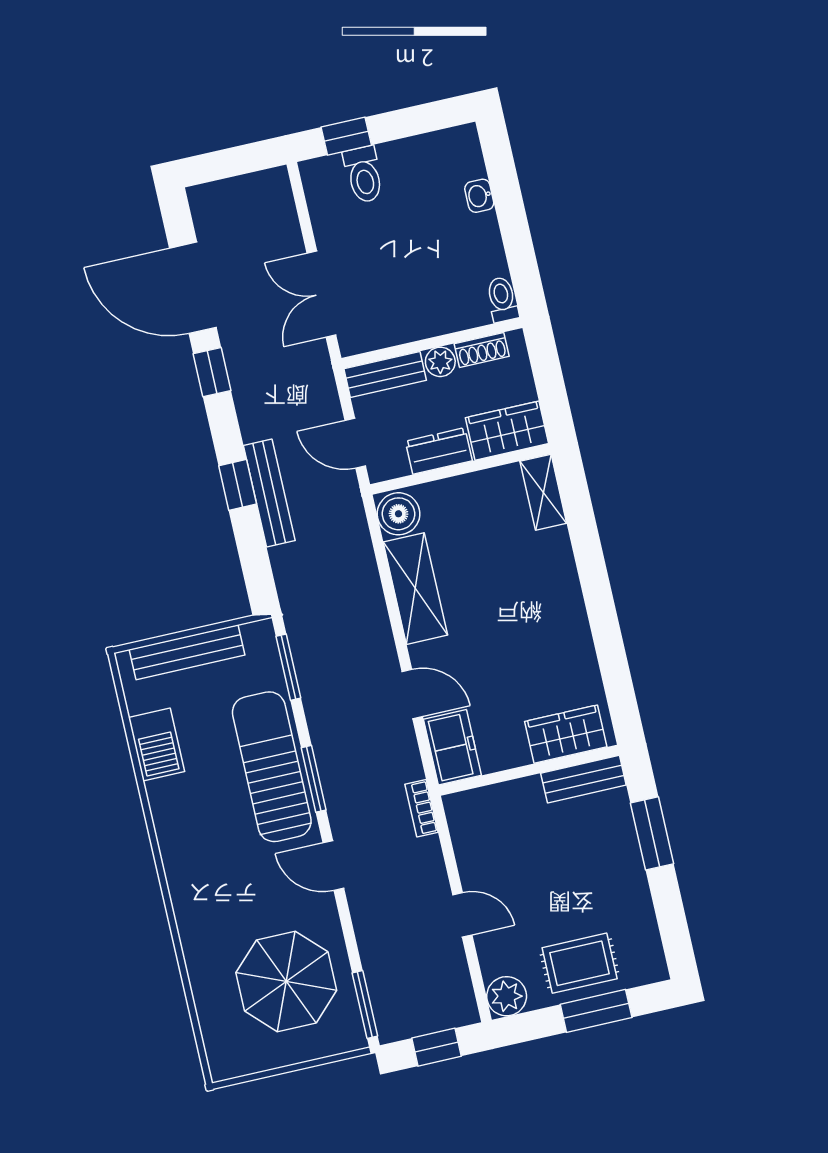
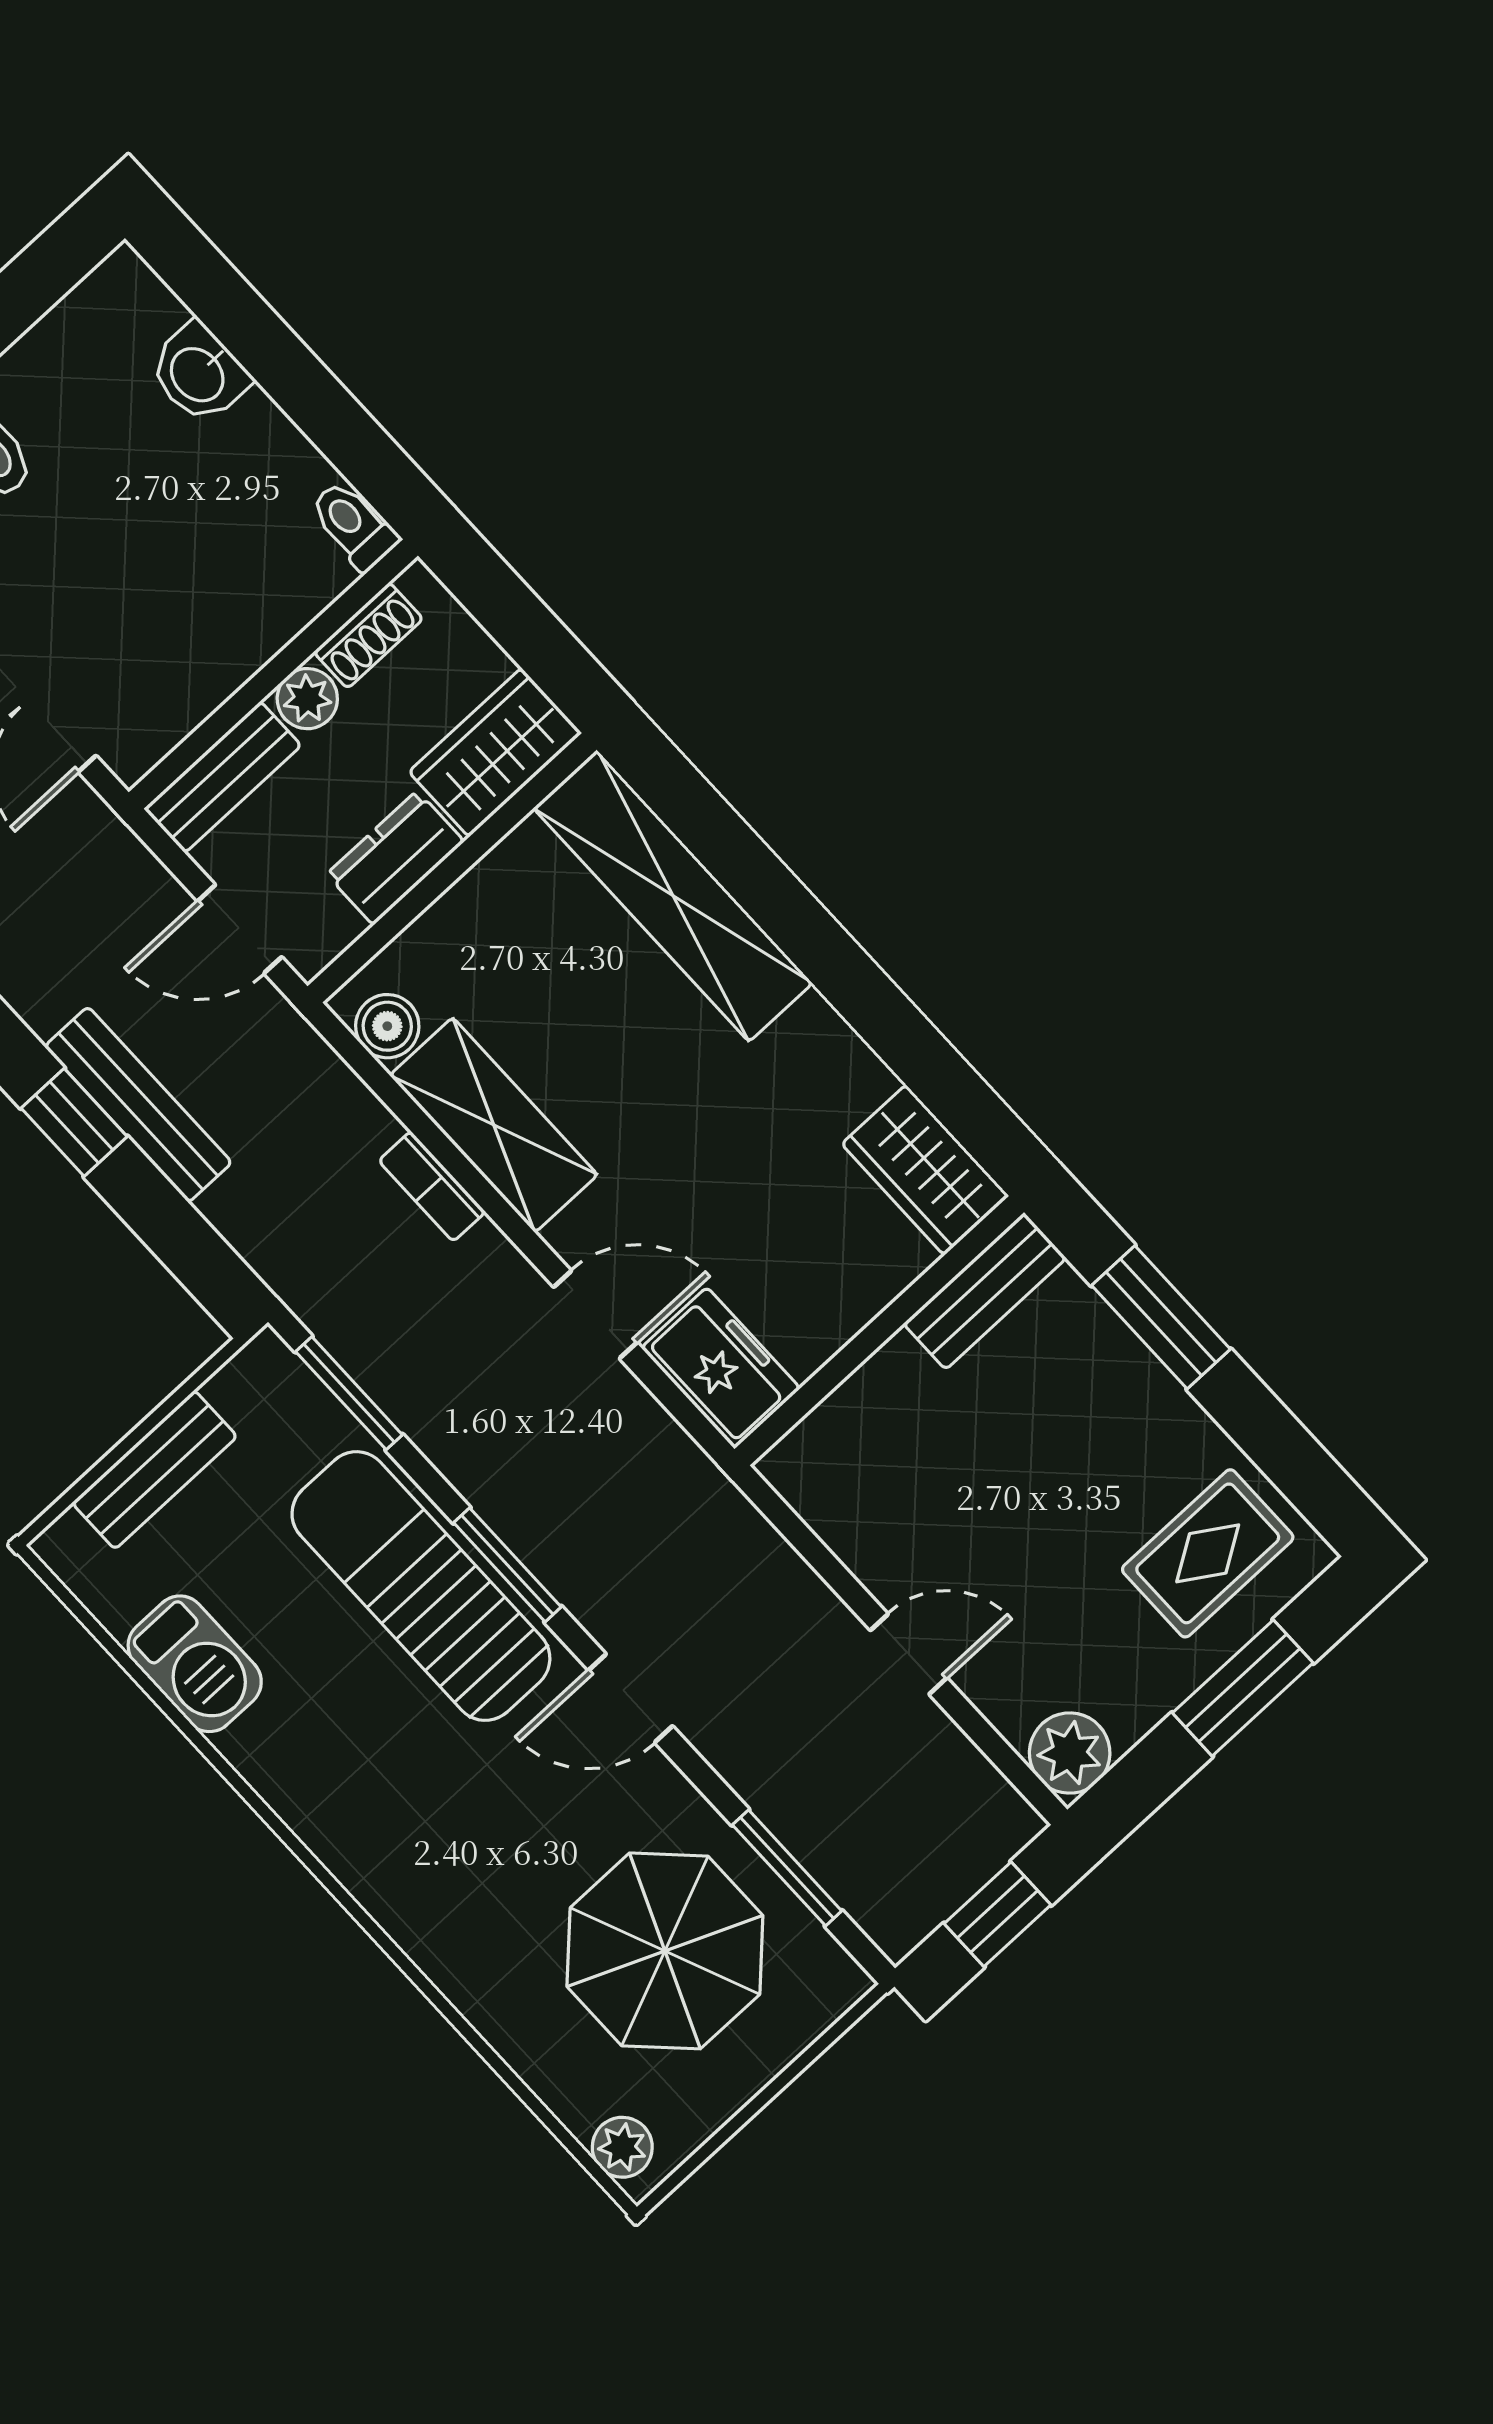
washbasin: (479, 196) -> (199, 373), width x1.38, depth x1.45
shelving: (543, 492) -> (673, 896), width x2.20, depth x1.33
boiler: (399, 514) -> (387, 1026), width x0.73, depth x0.73
bench: (187, 652) -> (155, 1470), width x0.73
wardrobe: (566, 734) -> (925, 1170), moved, turned -90
bookcase: (422, 808) -> (432, 1186), moved
rug: (580, 963) -> (1208, 1553), moved
window: (365, 1004) -> (787, 1868), moved
plant: (220, 1054) -> (622, 2147), added

